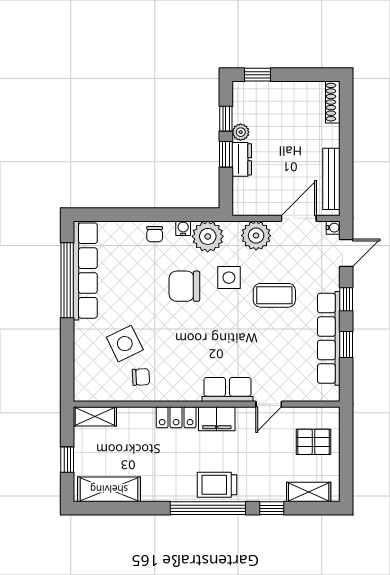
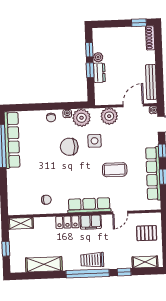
window: (257, 75) -> (139, 23), moved
coffee table: (274, 295) -> (115, 170), moved
side table: (125, 344) -> (36, 181), removed
row of seats: (228, 390) -> (89, 205), width x1.48
shelving: (109, 489) -> (44, 264), moved

